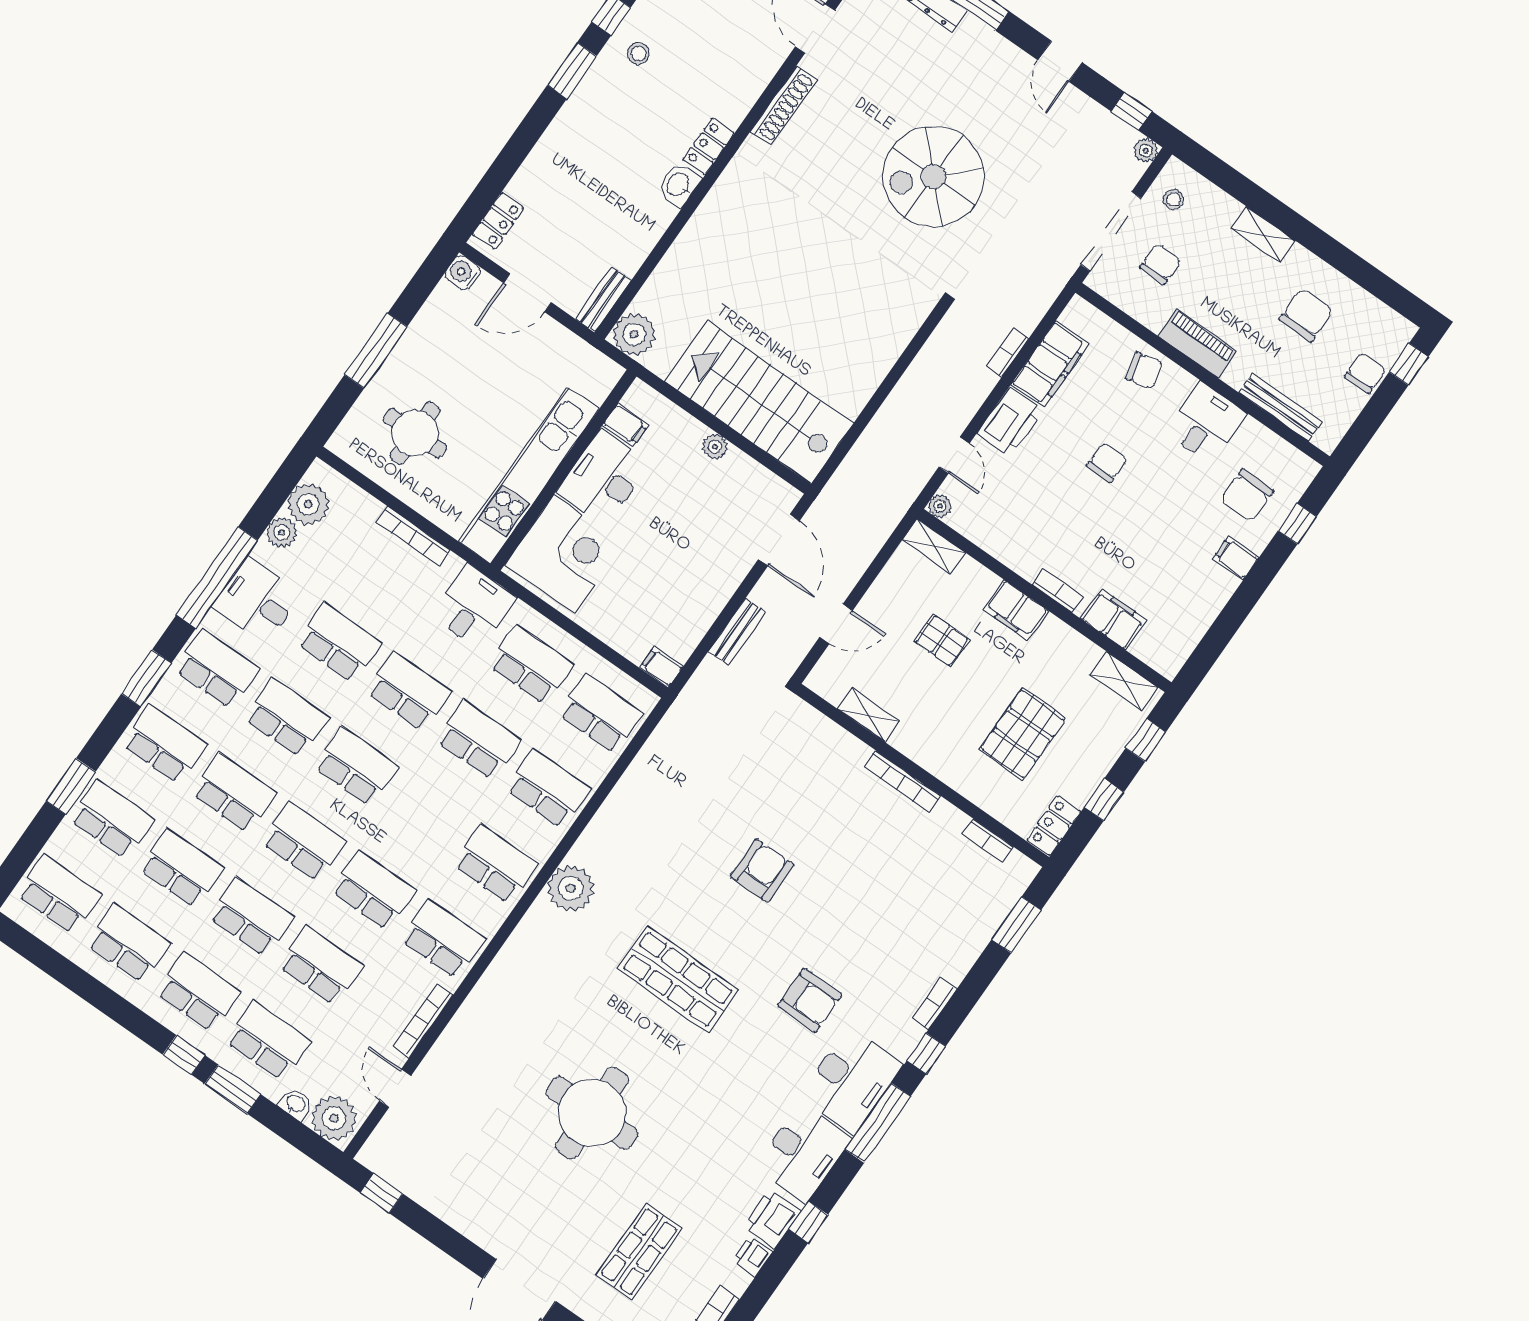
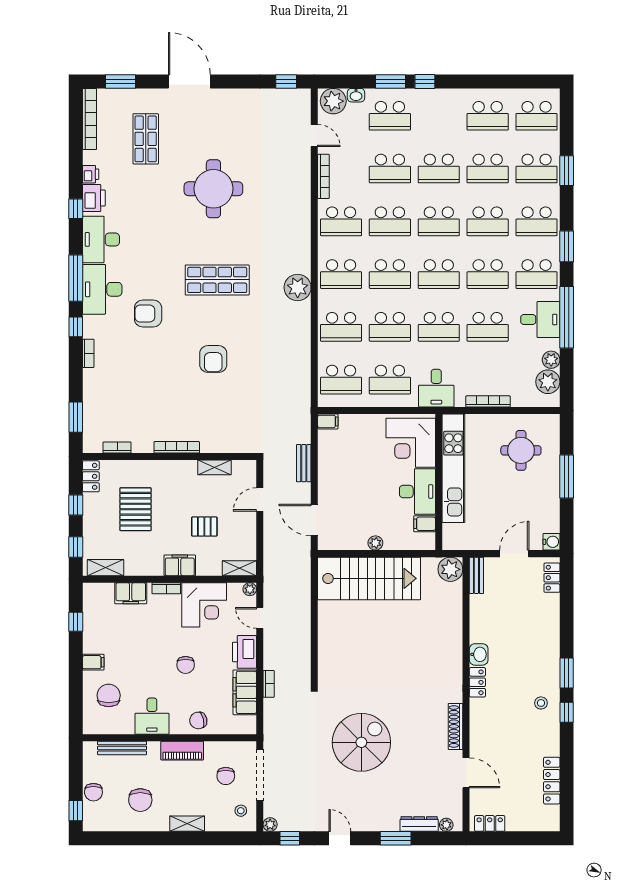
window: (1297, 524) -> (76, 622), moved
corner desk: (1021, 529) -> (204, 605), added
school desk: (198, 992) -> (390, 274), moved

